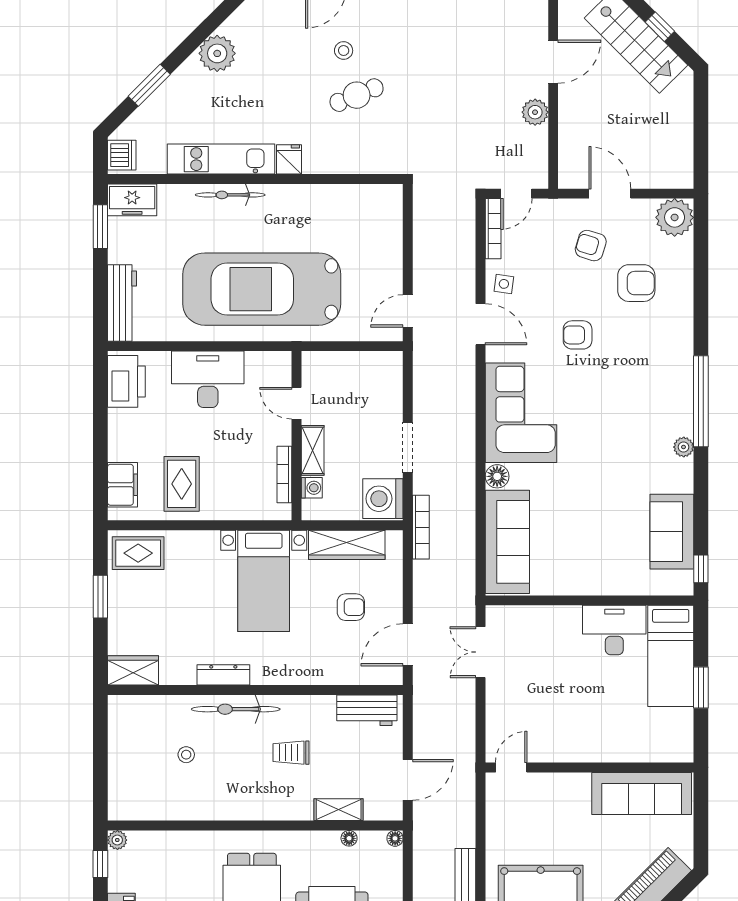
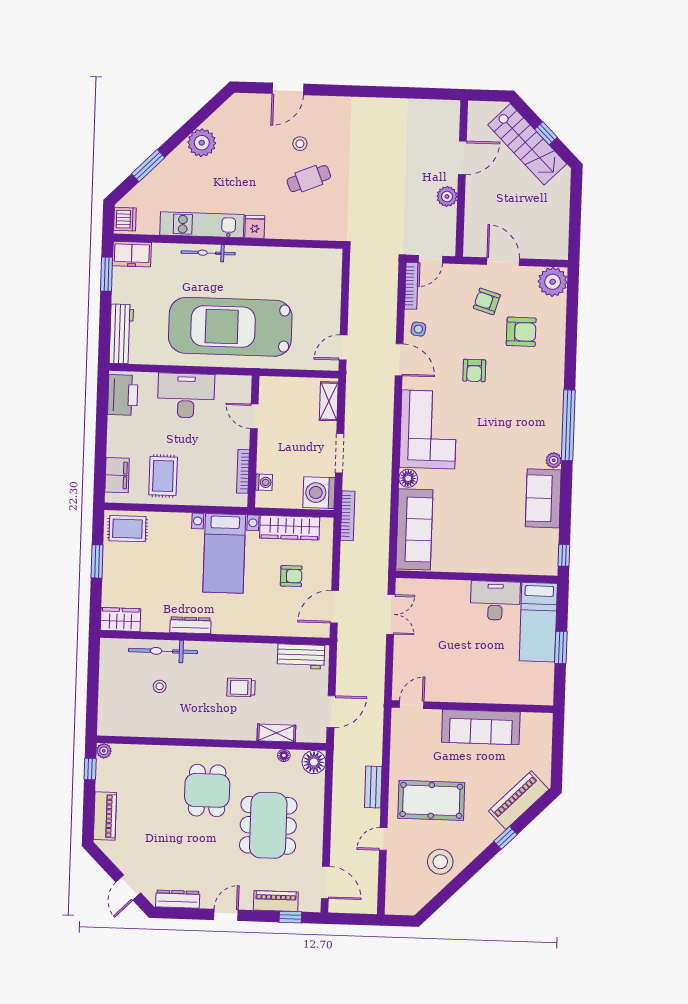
armchair: (578, 335) -> (474, 370), turned -90
shelving: (313, 450) -> (329, 401), moved
sofa: (672, 532) -> (543, 498), moved
double door: (480, 652) -> (391, 614), swing flipped
bicycle: (236, 709) -> (163, 651), moved
sofa: (642, 793) -> (481, 727), moved
floor lamp: (395, 838) -> (314, 762), width x1.89, depth x1.89

